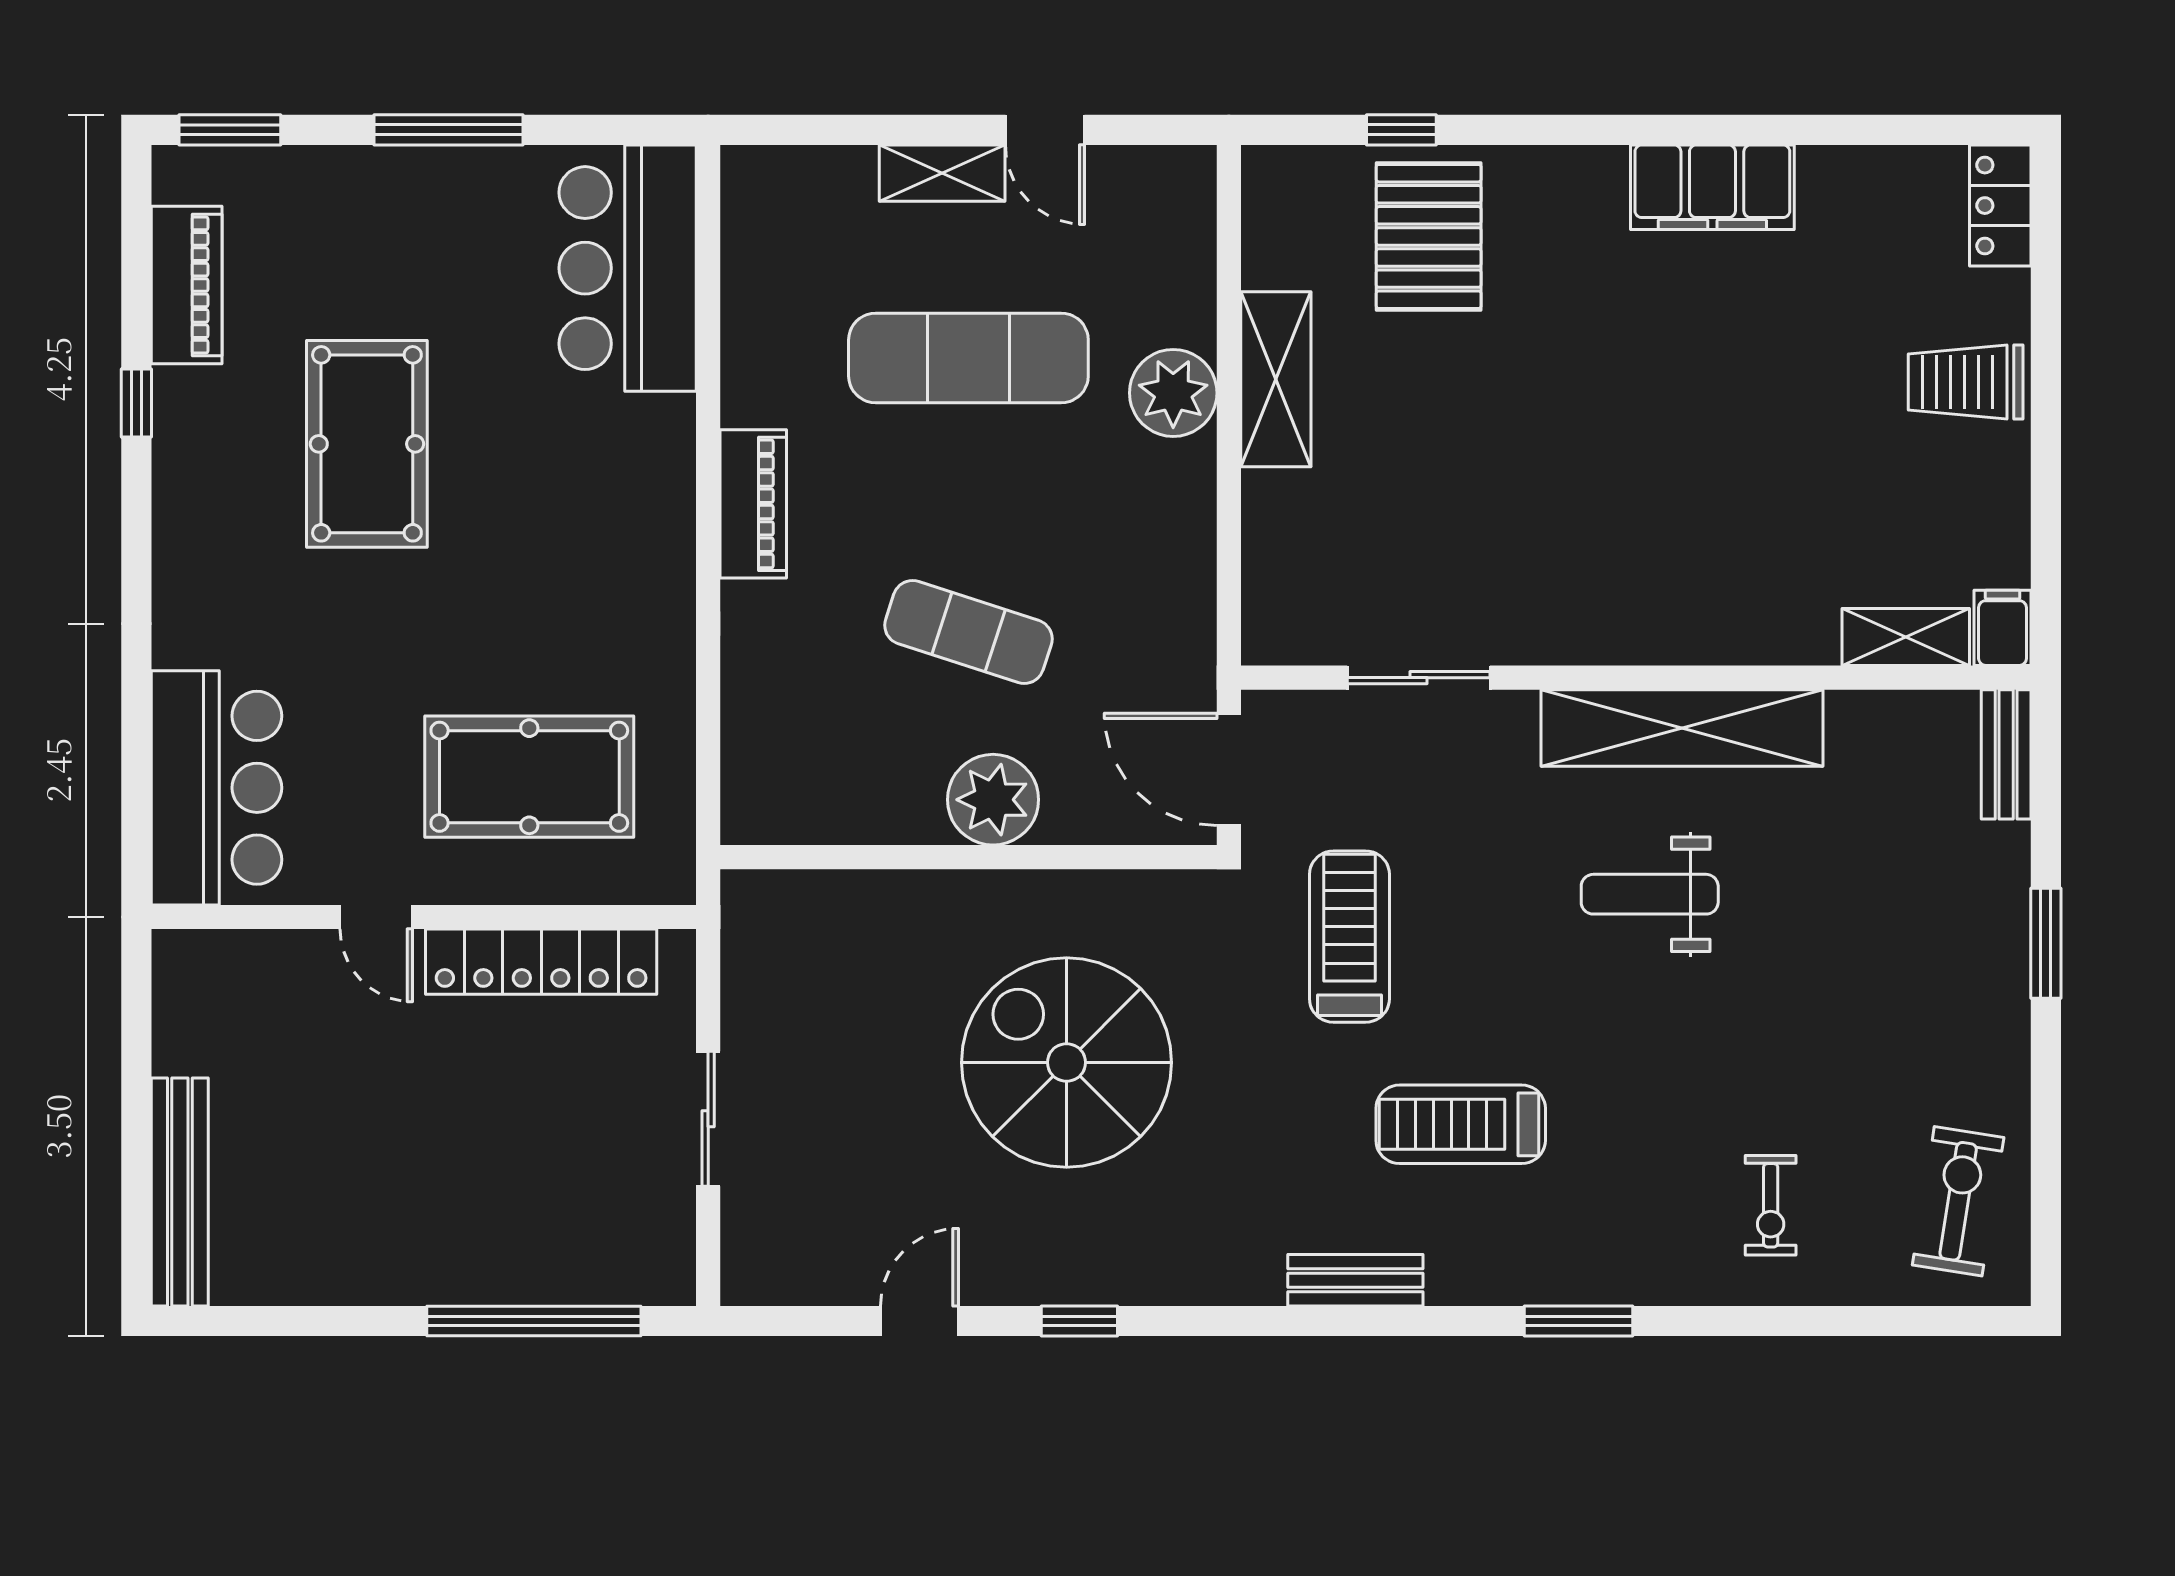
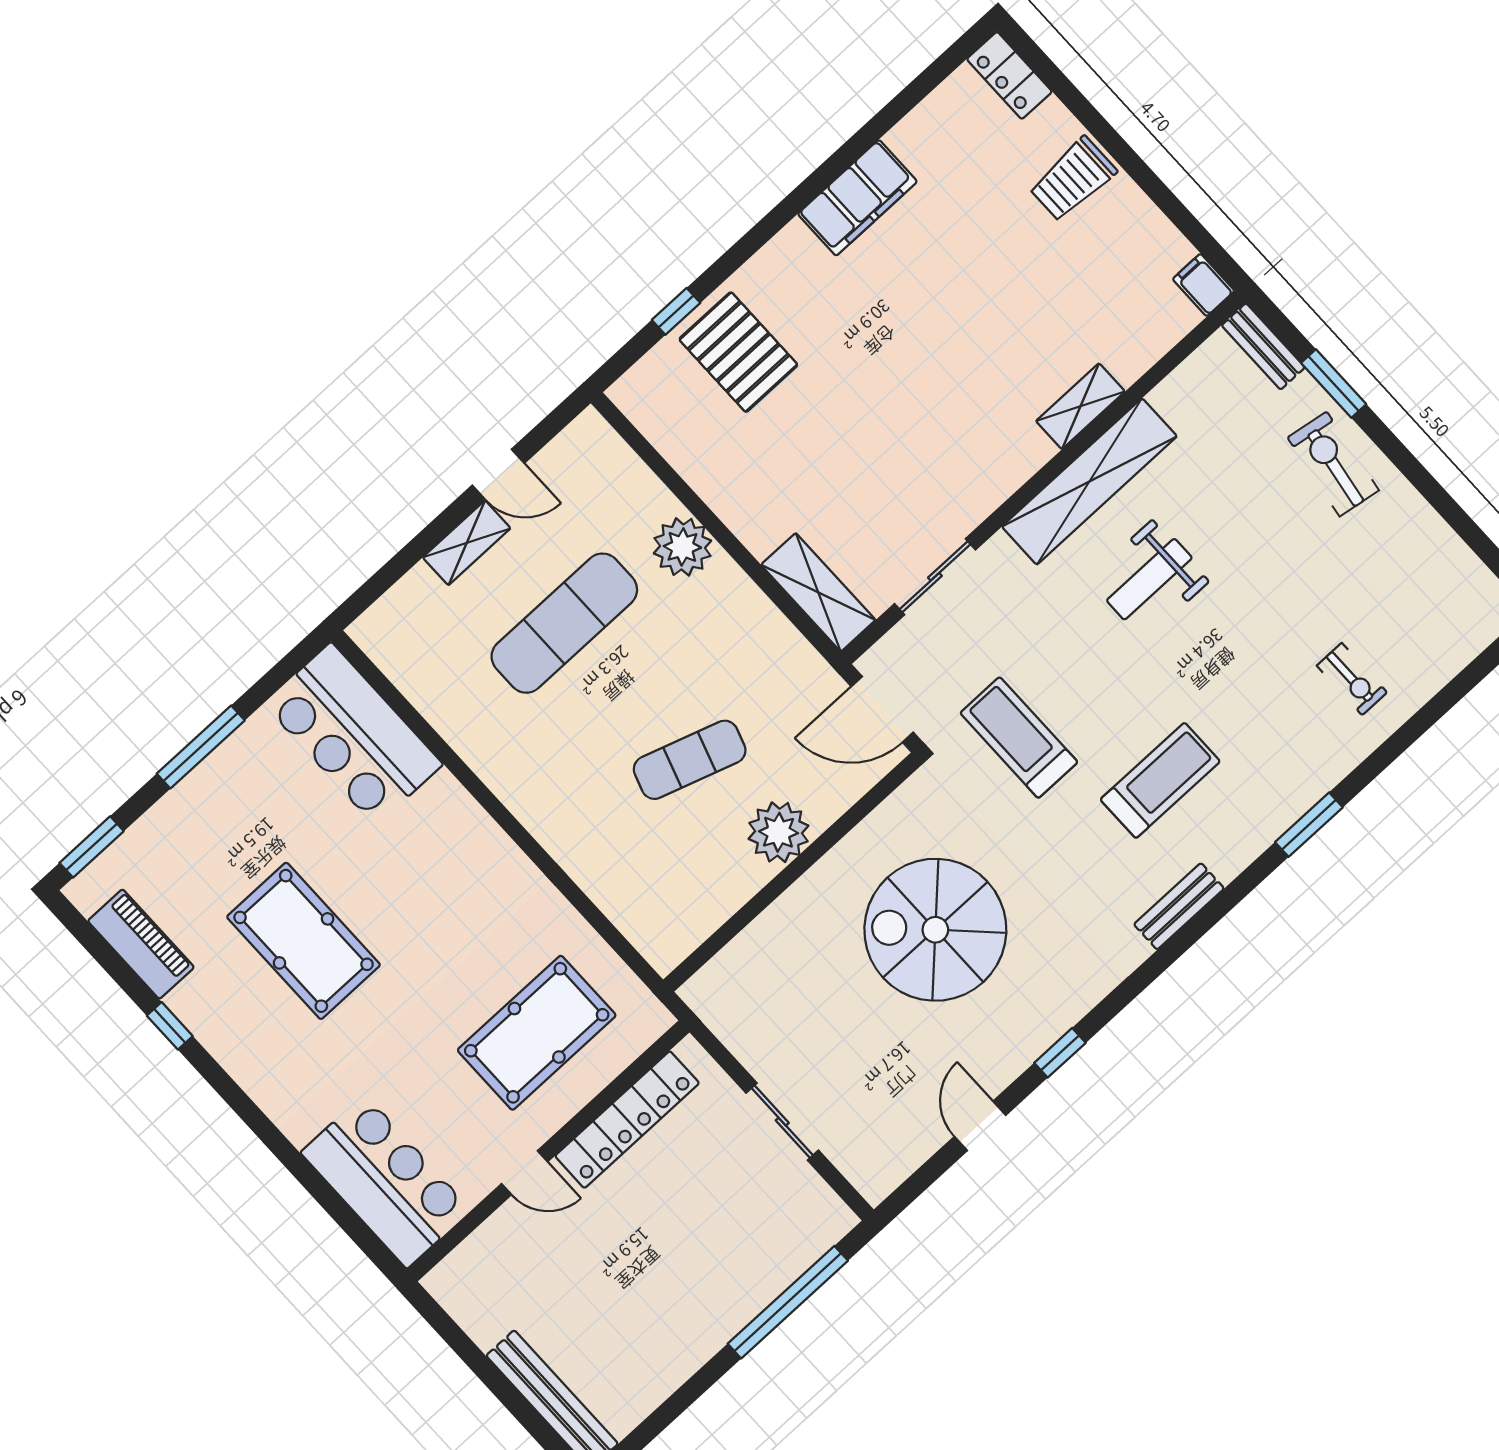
shelving: (1276, 379) -> (818, 592), moved
piano: (753, 504) -> (524, 794), removed
shelving: (1906, 637) -> (1080, 406), moved
window: (2046, 943) -> (1334, 384), moved
treadmill: (1461, 1124) -> (1160, 780), turned 180
exercise bike: (1958, 1201) -> (1333, 464), moved

